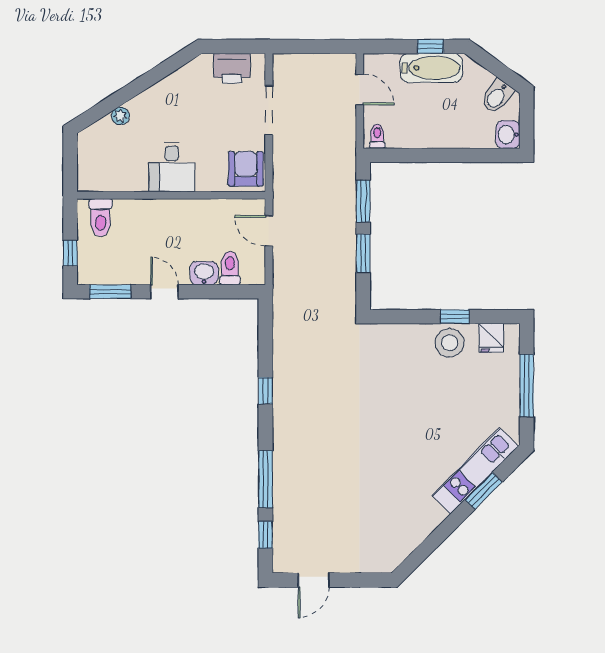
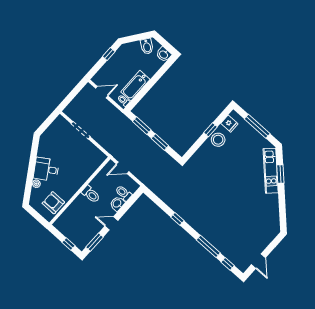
printer: (232, 68) -> (54, 130), removed
bathtub: (431, 68) -> (135, 86), moved, turned 180
desk: (172, 167) -> (46, 169), moved, turned 147
armchair: (246, 169) -> (53, 203), moved
toilet: (101, 217) -> (91, 194), moved

